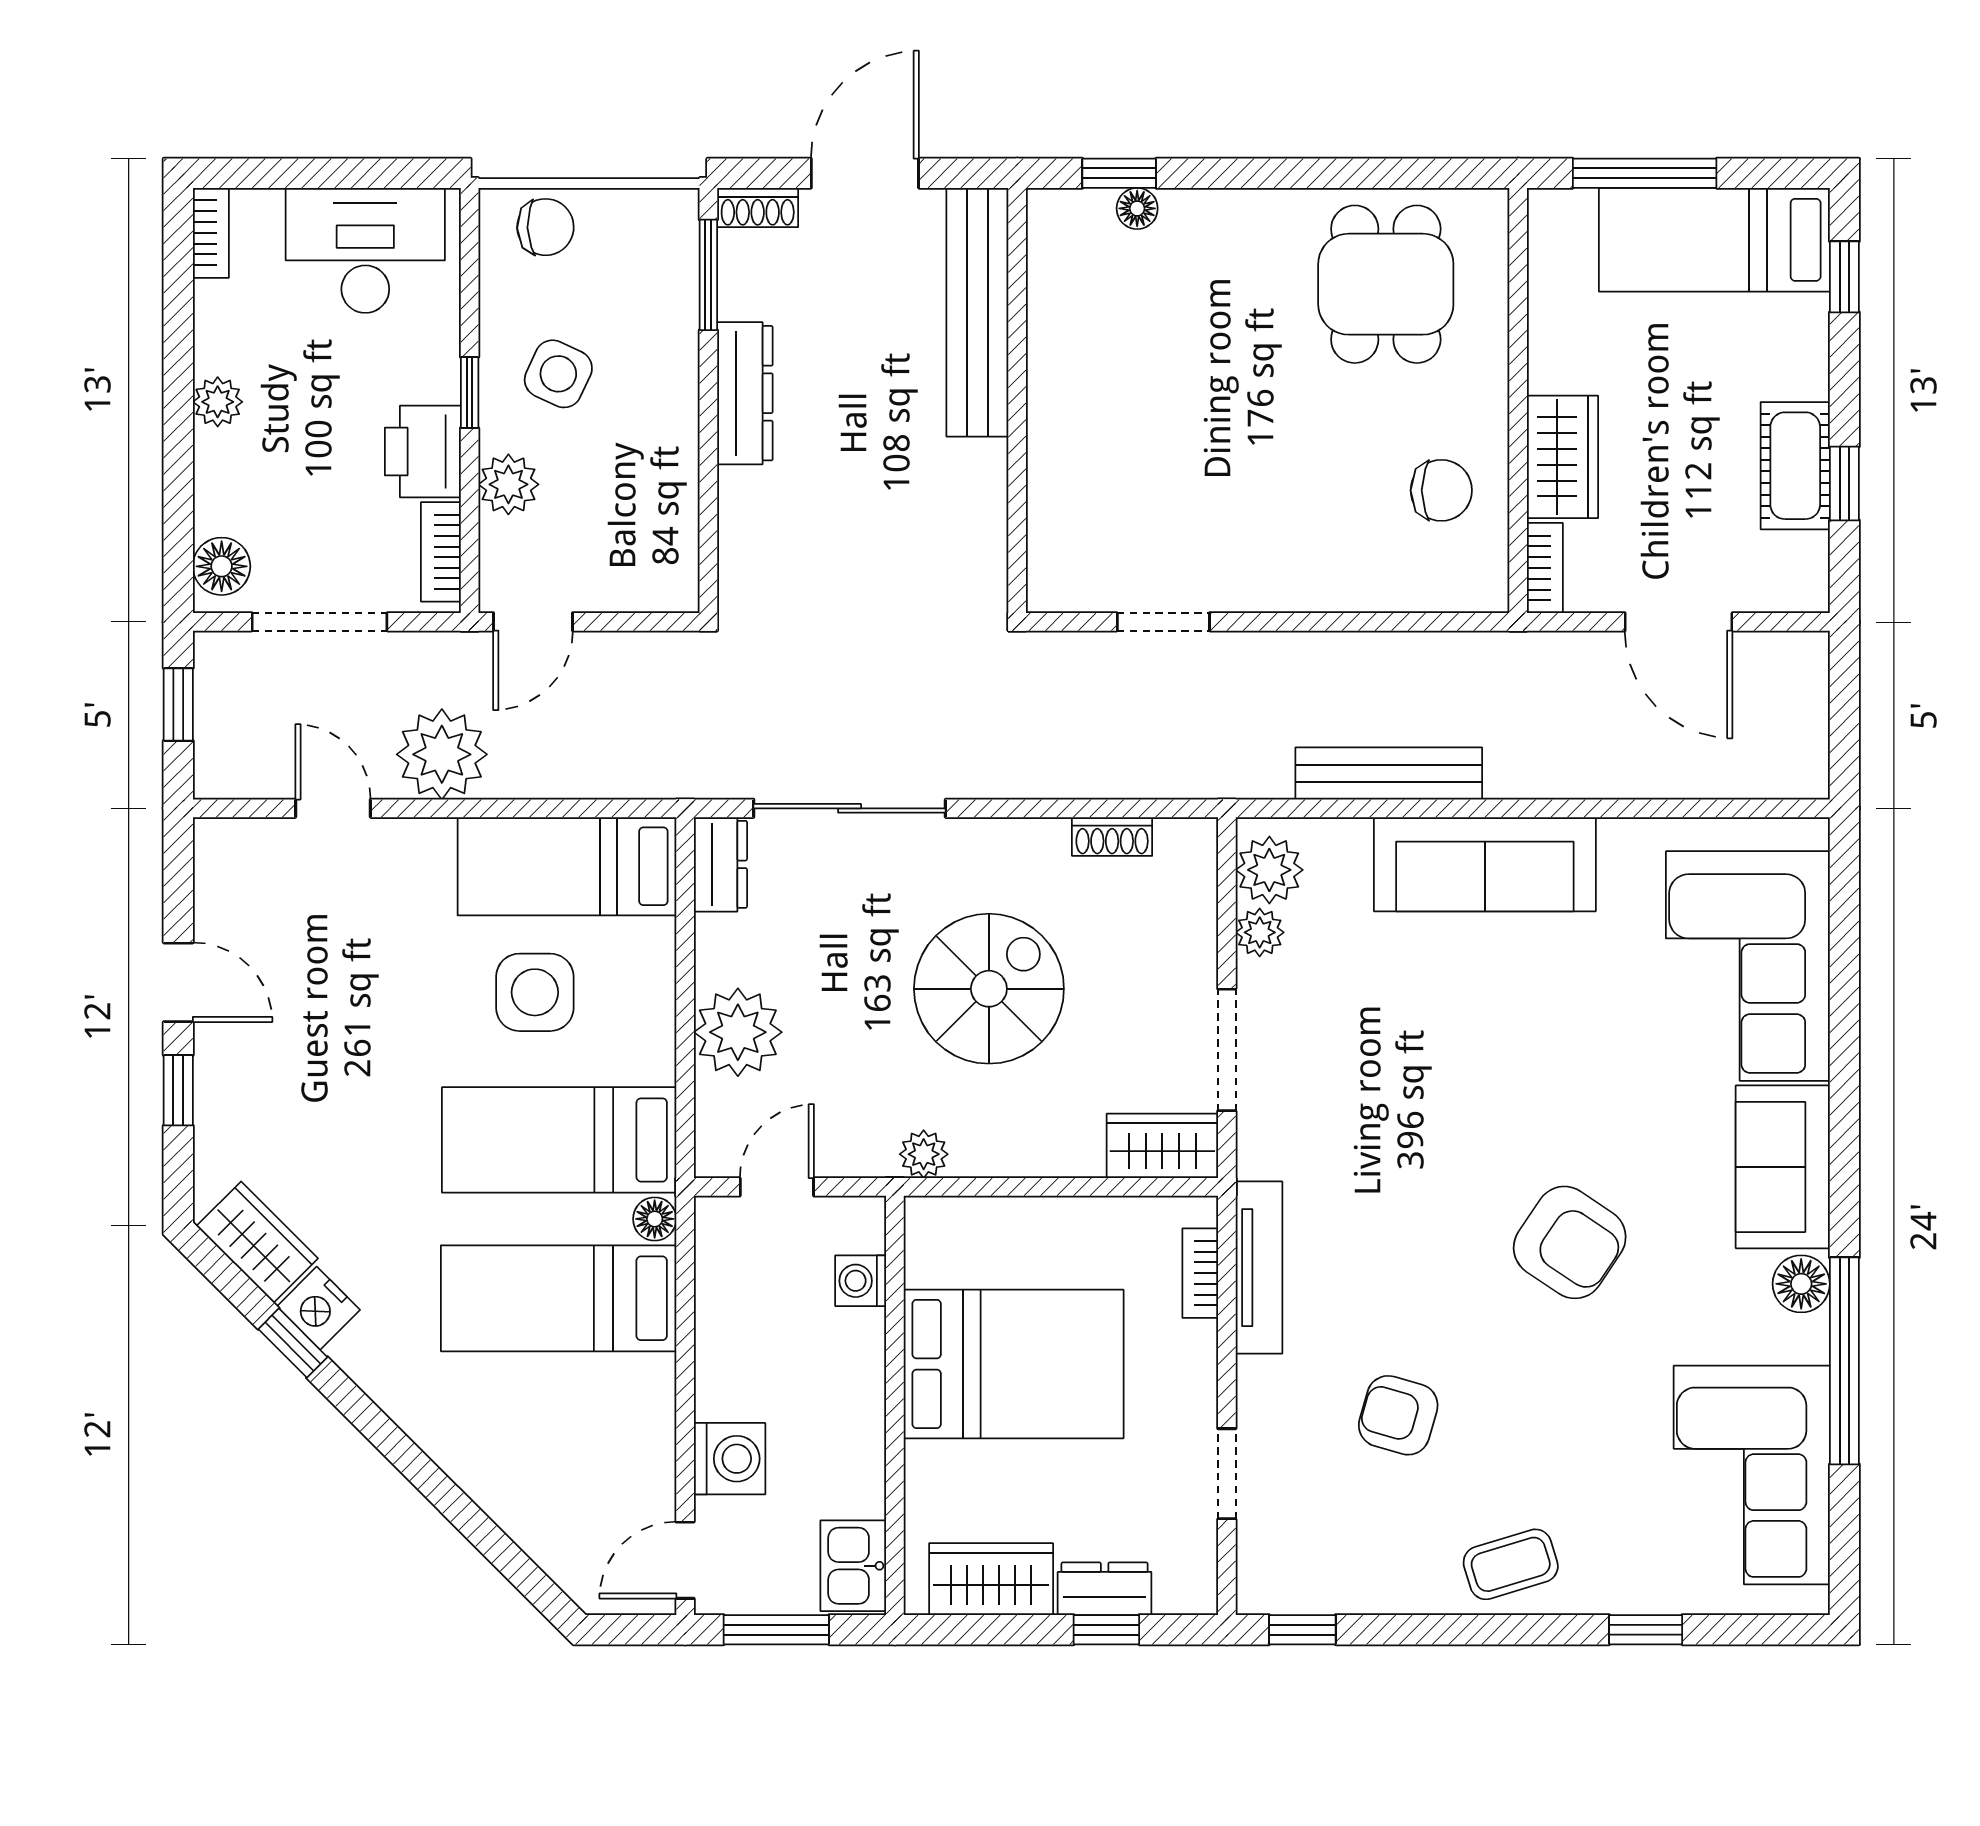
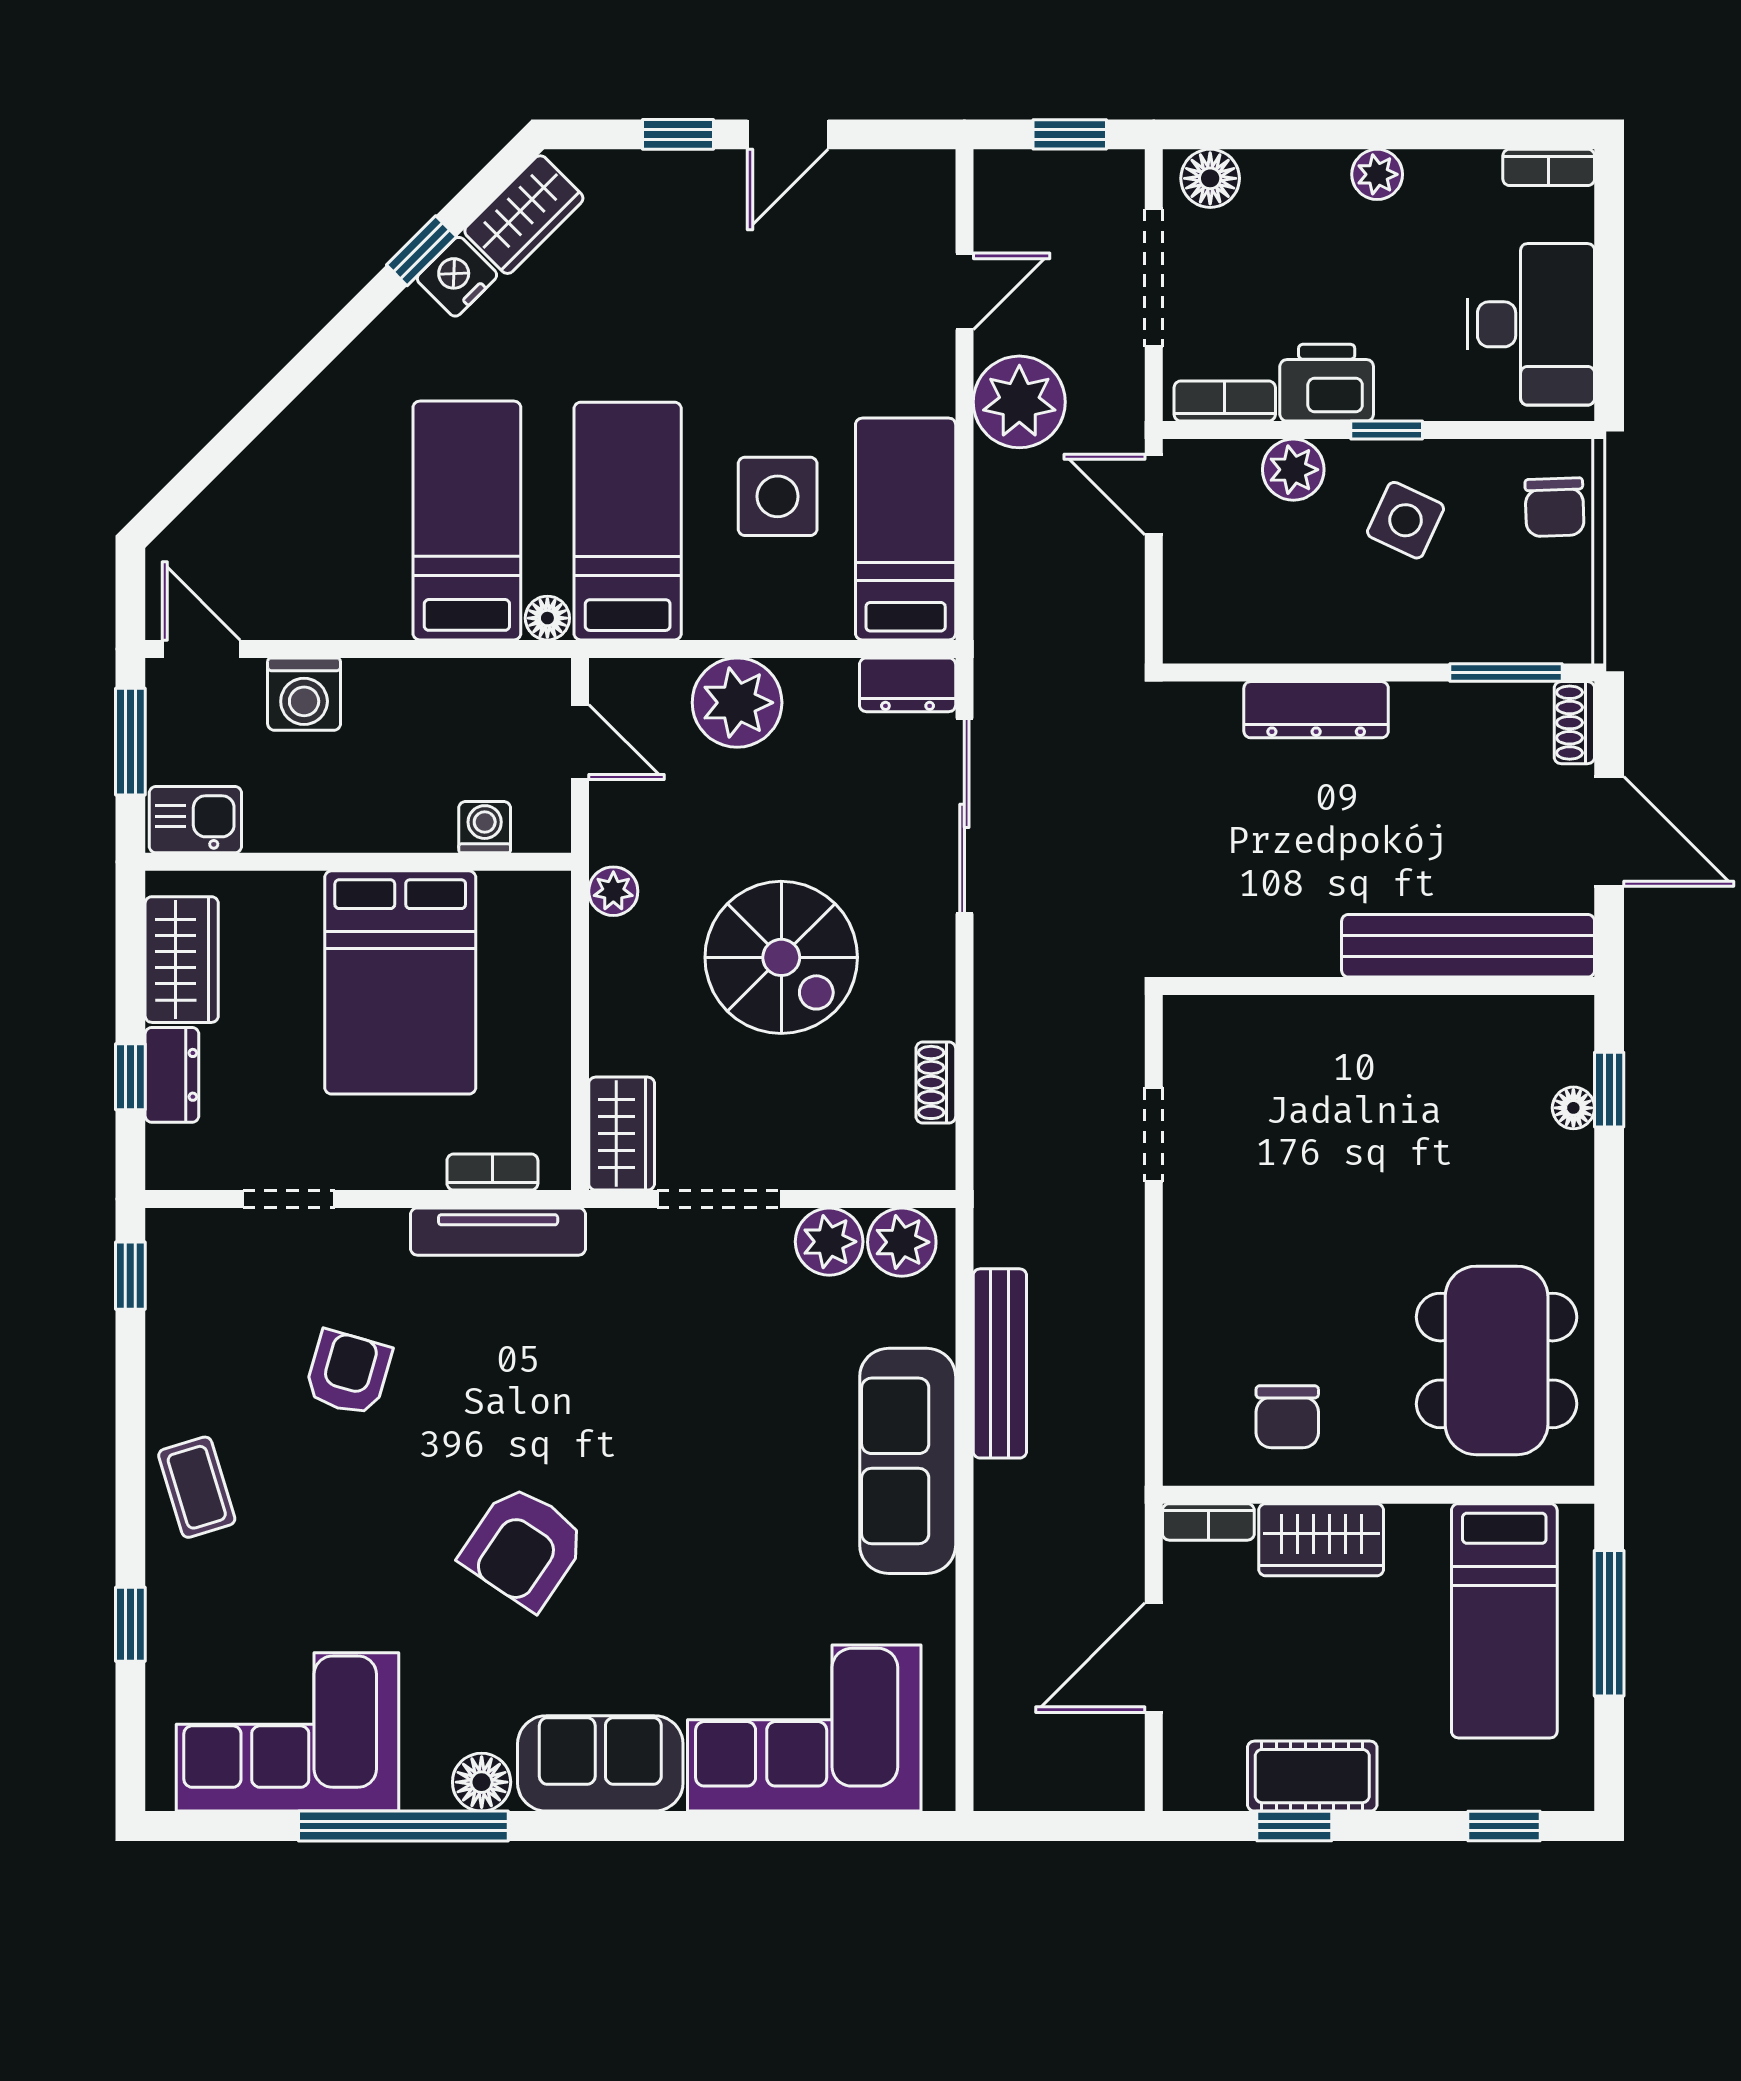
bed: (1714, 240) -> (1504, 1621), moved, turned 180
dining table: (1386, 284) -> (1497, 1360), width x1.38
dresser: (745, 393) -> (1316, 710), moved
plant: (1260, 932) -> (829, 1242), width x1.38, depth x1.38

